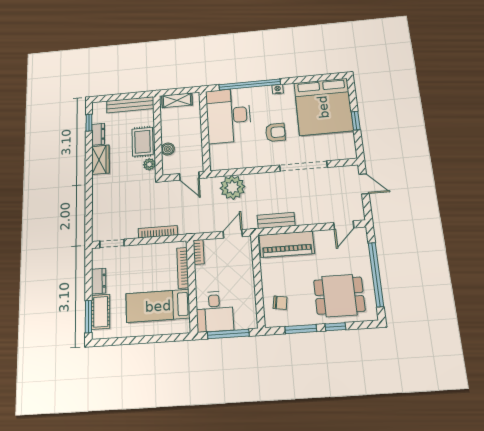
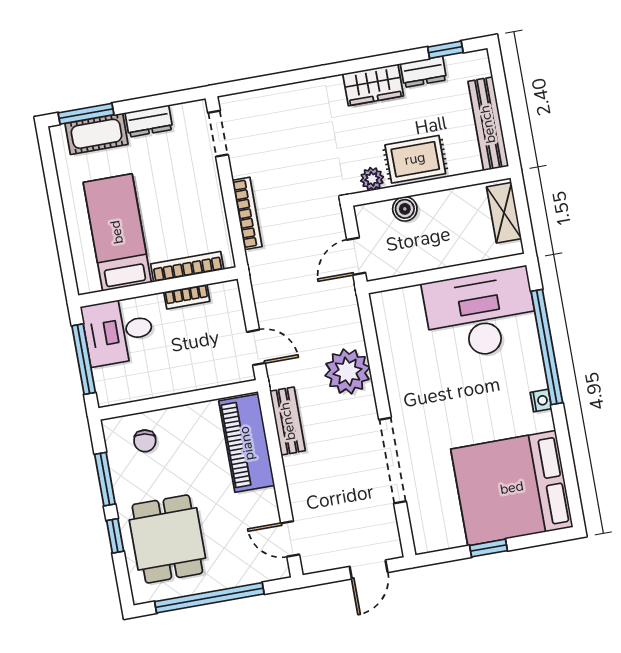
armchair: (275, 132) -> (454, 404), removed
plant: (232, 187) -> (348, 372), moved
bookcase: (199, 252) -> (187, 297), moved

